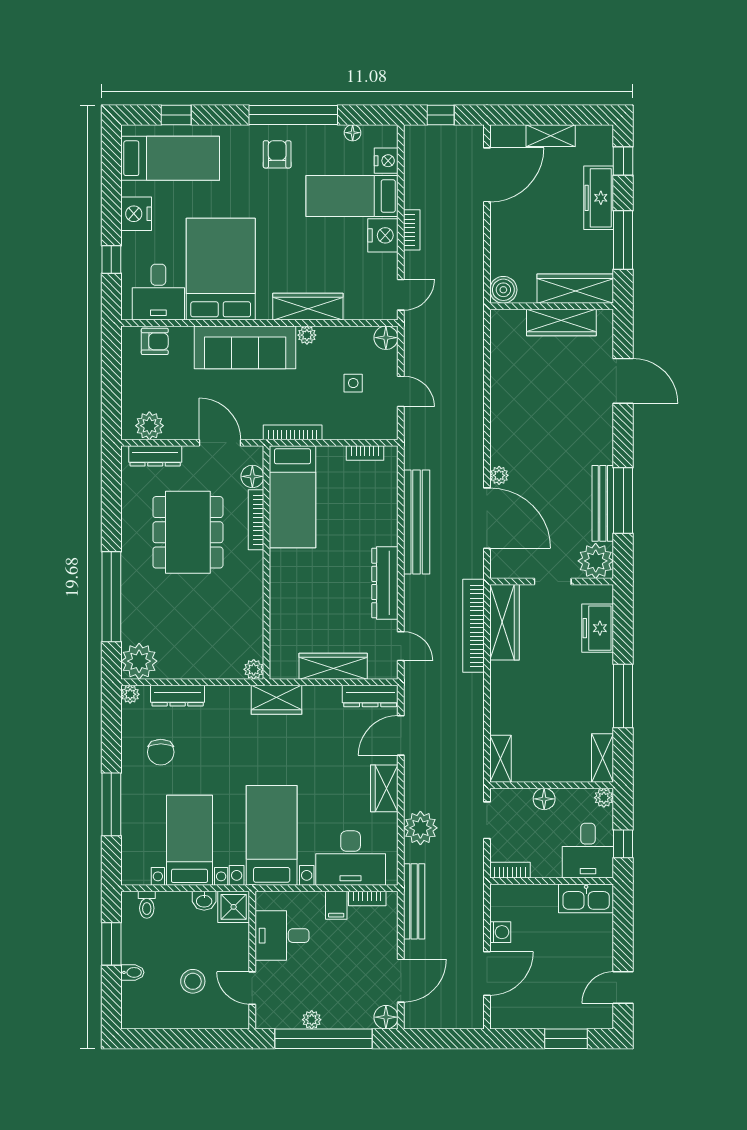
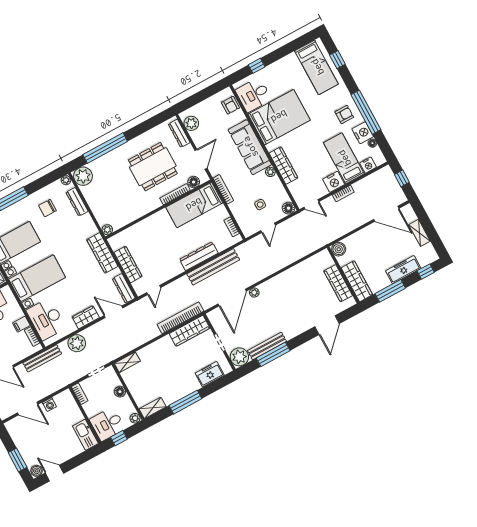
nightstand: (136, 214) -> (363, 133), moved, turned 90
dresser: (385, 583) -> (199, 256), moved
wardrobe: (276, 700) -> (102, 253), width x1.50
boiler: (602, 1016) -> (37, 471), added

